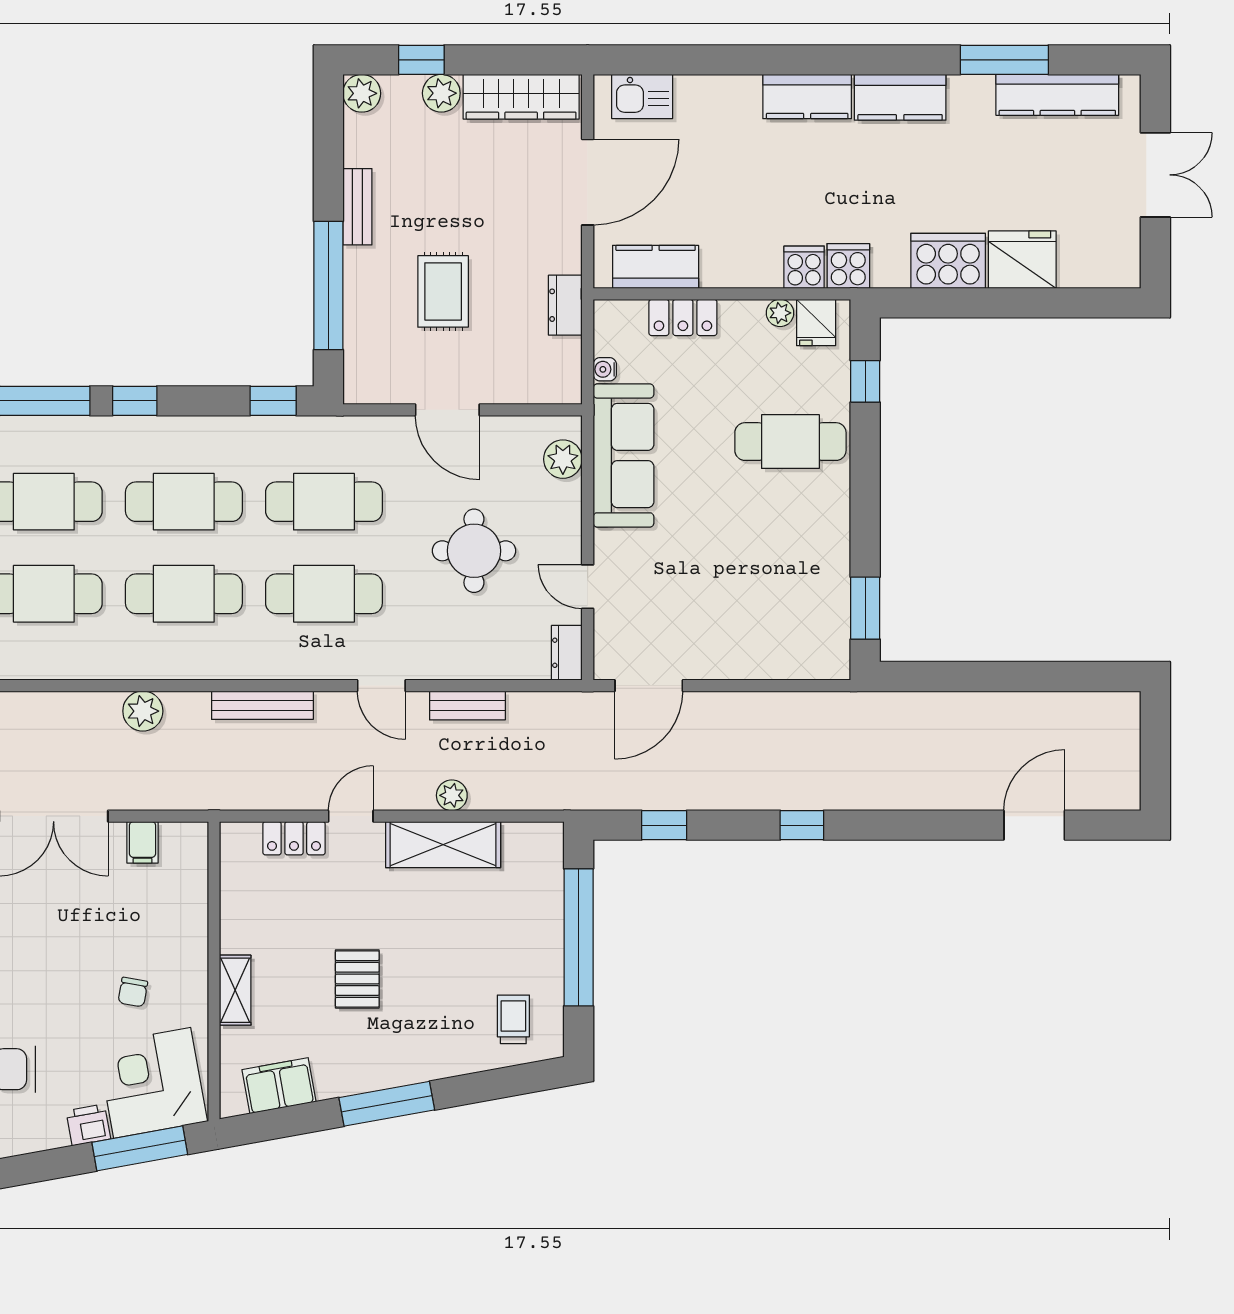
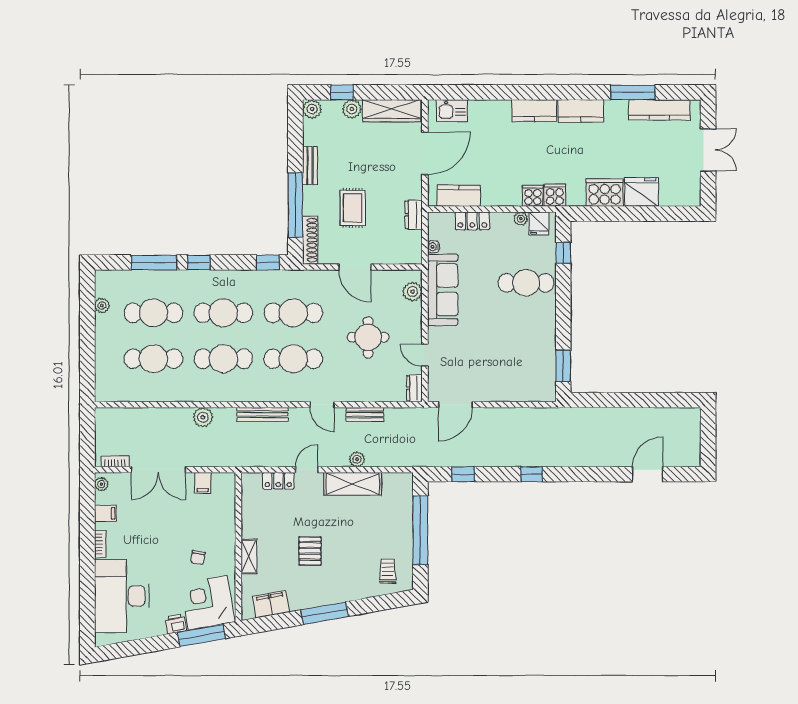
shoe rack: (358, 356) -> (310, 240), added

